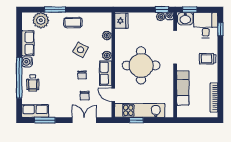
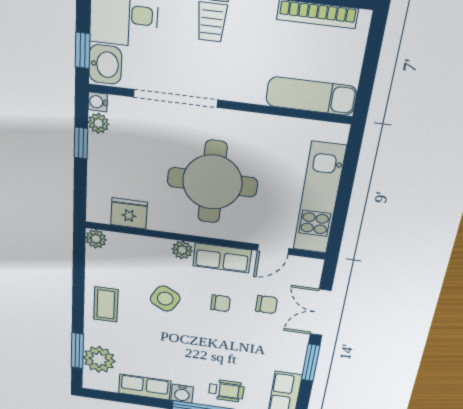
window: (55, 10) -> (77, 351), moved
window: (162, 10) -> (81, 143), moved
fridge: (121, 21) -> (129, 213), moved
plant: (107, 35) -> (96, 239), moved
exam couch: (183, 88) -> (311, 96), moved
window: (45, 120) -> (311, 363), moved
window: (136, 120) -> (341, 209), removed

